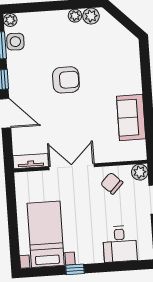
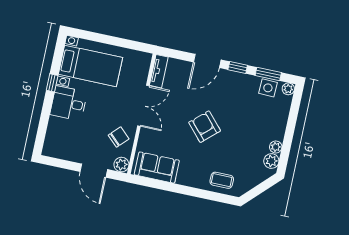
coffee table: (126, 62) -> (222, 180), added
armchair: (66, 80) -> (205, 127), moved, turned 138
sofa: (131, 117) -> (157, 168), moved
desk: (120, 244) -> (69, 103), moved

